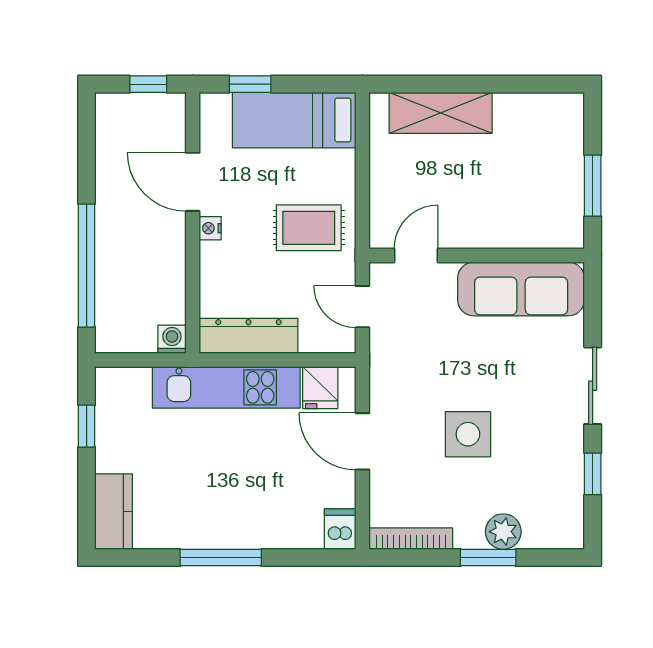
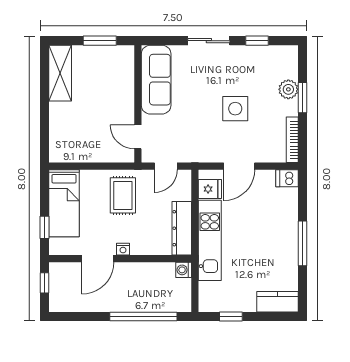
shelving: (441, 113) -> (60, 73), moved

